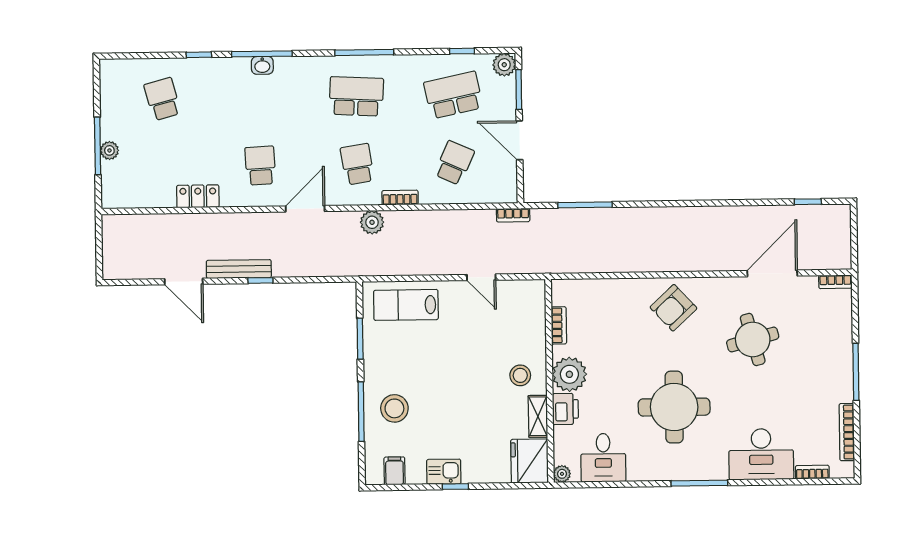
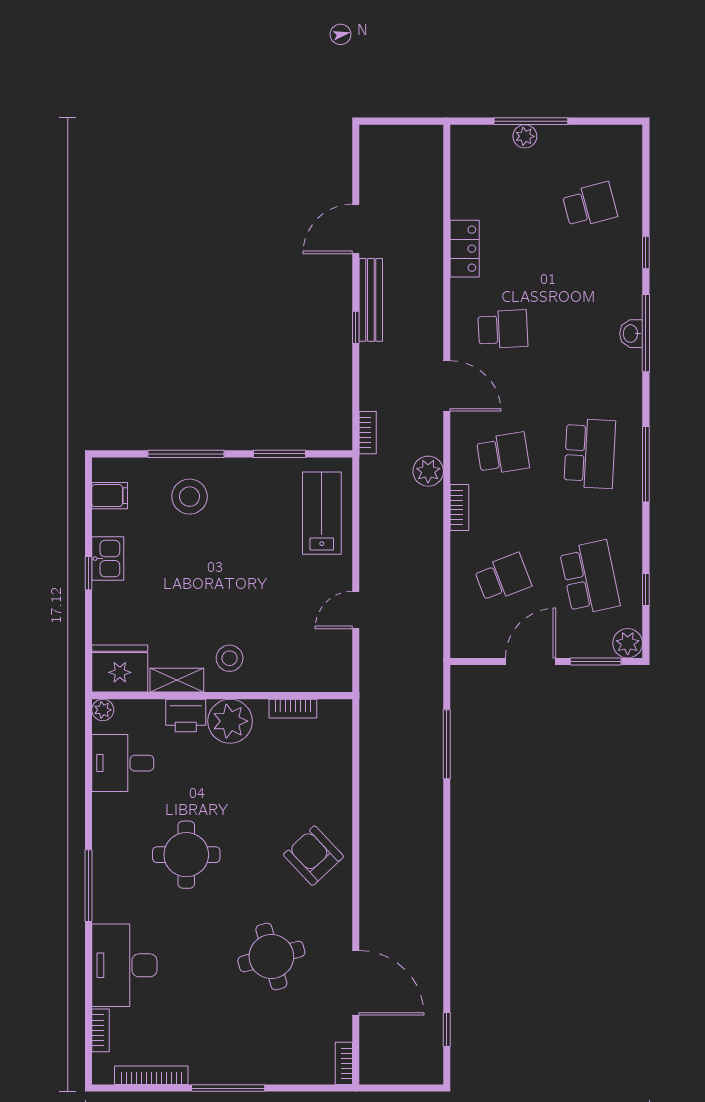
school desk: (454, 163) -> (503, 578), turned -45
bookcase: (513, 215) -> (368, 433), moved, turned 180
round table: (674, 407) -> (186, 855), width x0.73, depth x0.73

